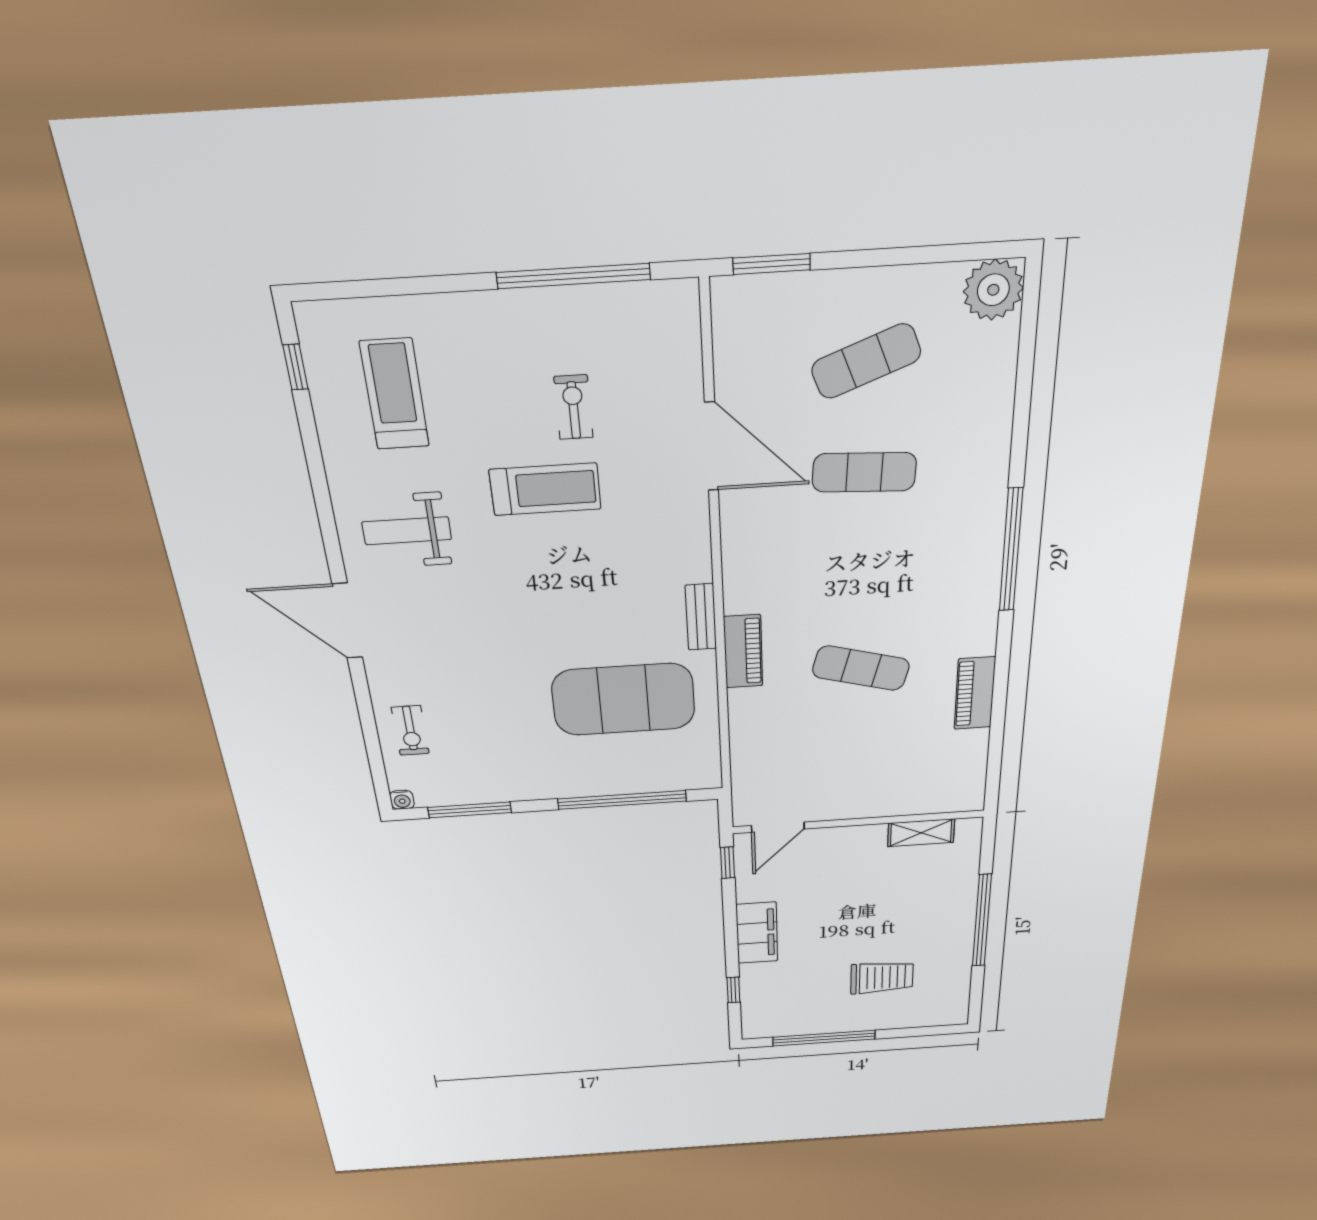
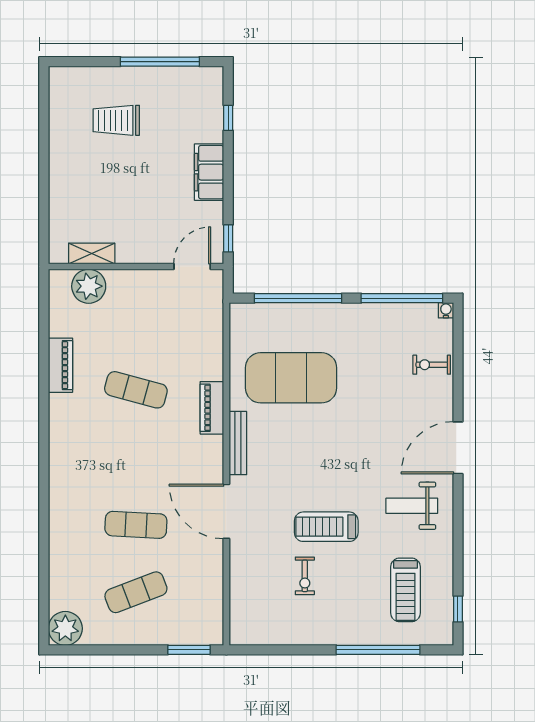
window: (573, 276) -> (378, 650), moved
door: (712, 446) -> (226, 511), moved
weight bench: (407, 531) -> (412, 506), turned 180
window: (1011, 550) -> (44, 467), removed
bench: (701, 617) -> (238, 443), width x1.36
door: (347, 621) -> (458, 448), swing flipped
exercise bike: (410, 731) -> (432, 365), turned -90
plant: (927, 794) -> (89, 286), added
window: (470, 810) -> (402, 298), width x1.46
window: (982, 921) -> (44, 169), removed

